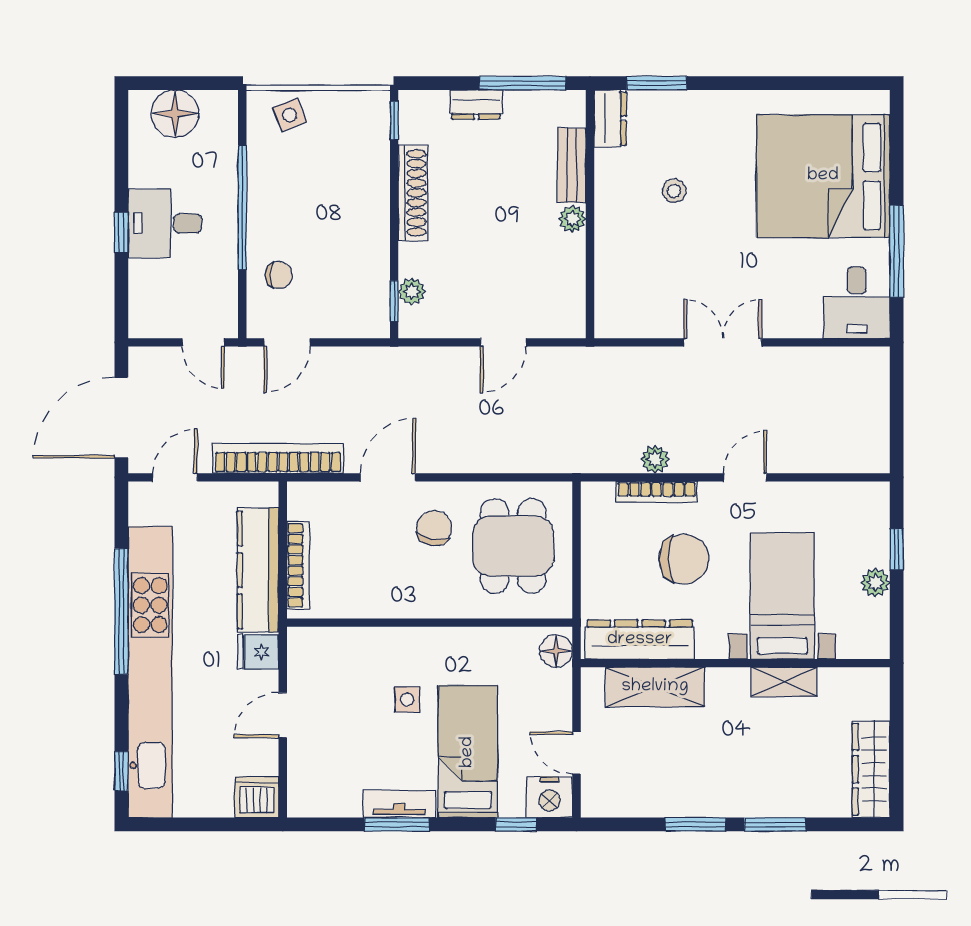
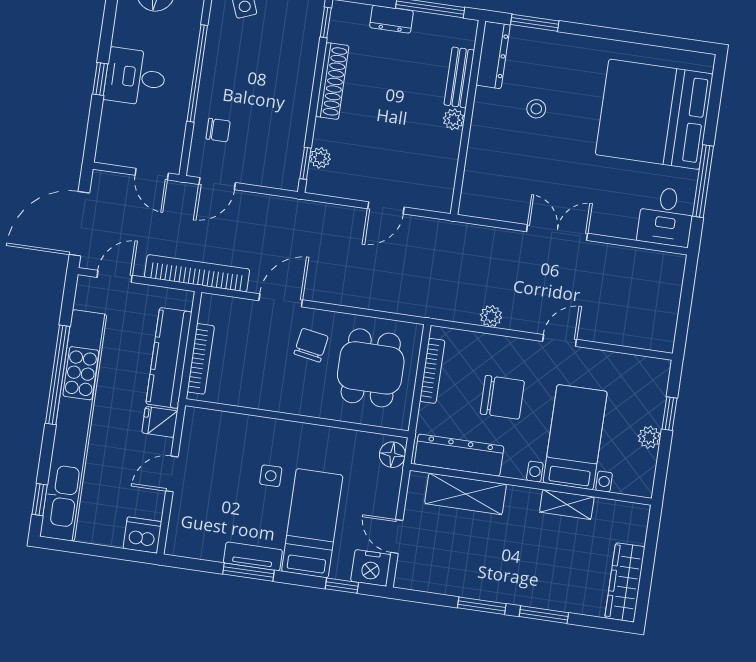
dresser: (610, 118) -> (493, 55), width x1.44
bookcase: (657, 492) -> (432, 371), moved, turned -90

